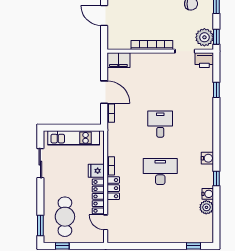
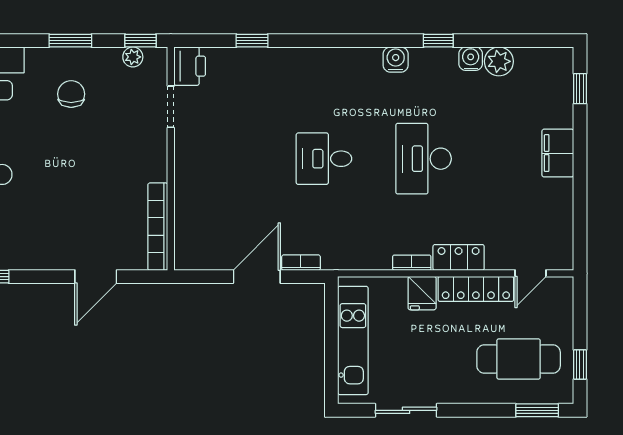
plant: (204, 37) -> (133, 57), width x0.53, depth x0.53
bookcase: (152, 45) -> (158, 227), moved
filing cabinet: (118, 60) -> (558, 153), moved, turned 180

